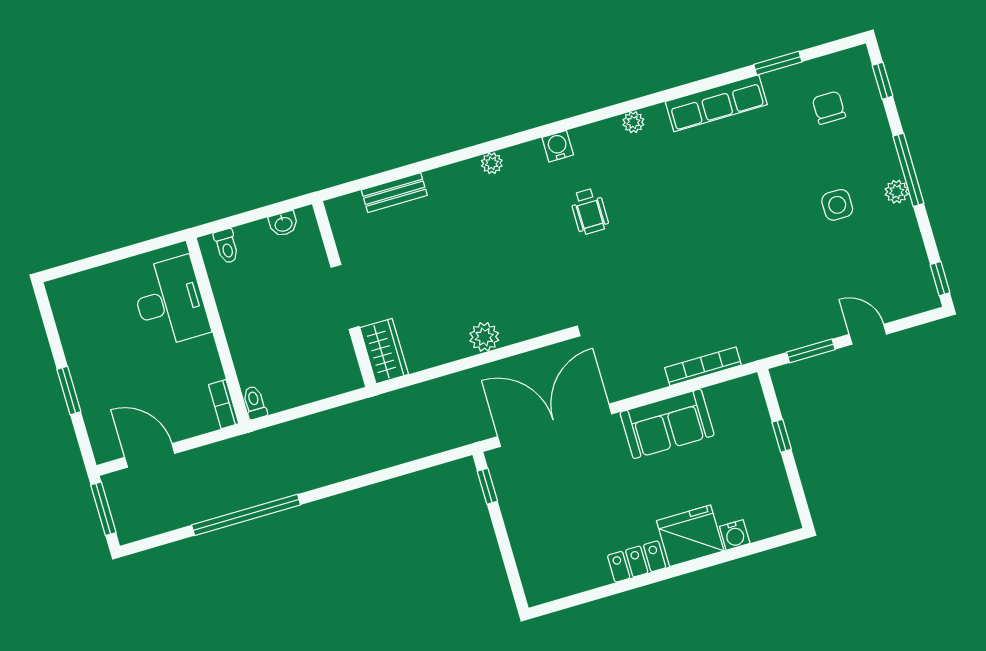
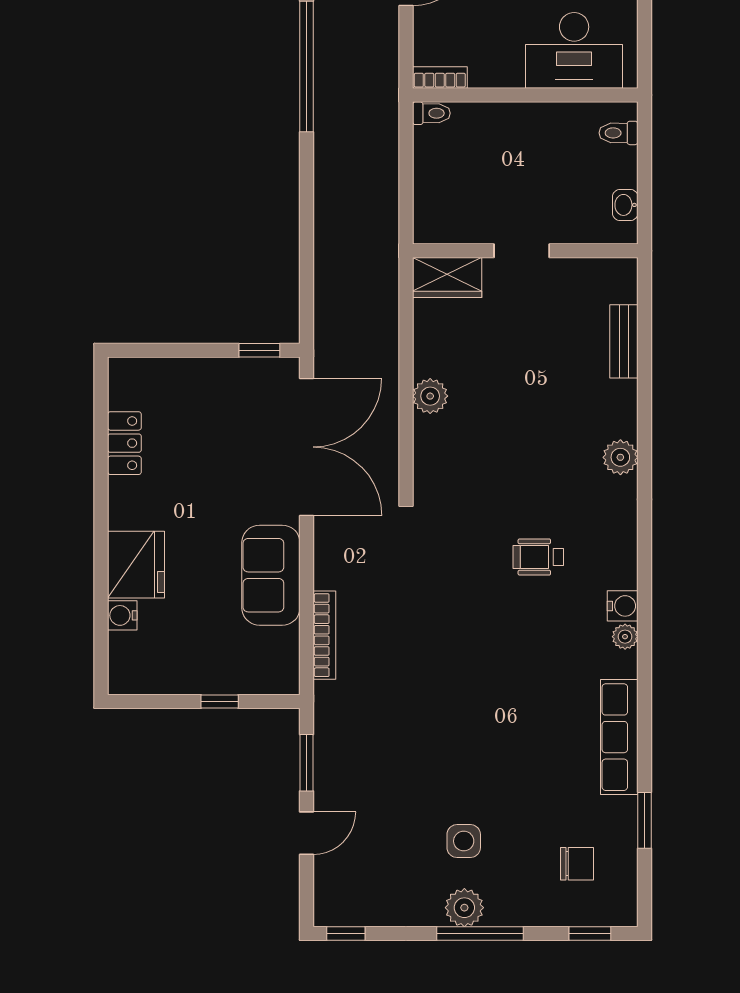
water cooler: (558, 146) -> (623, 606), moved
plant: (492, 163) -> (620, 457), width x1.38, depth x1.38
plant: (897, 192) -> (464, 908), width x1.38, depth x1.38
doorway: (345, 297) -> (522, 251), width x0.73
locker: (637, 561) -> (124, 443), moved

